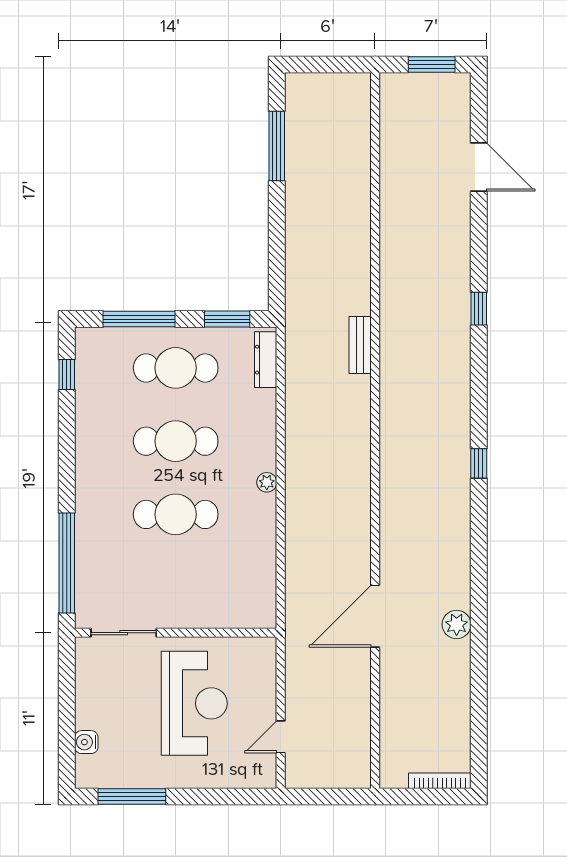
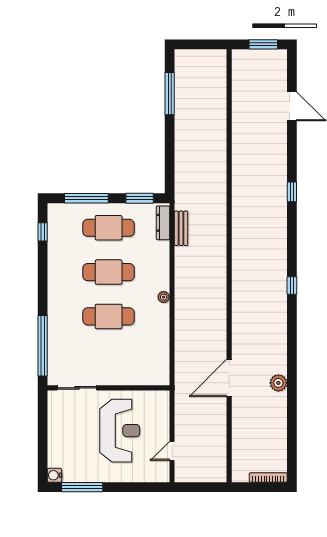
bench: (360, 345) -> (181, 228), moved
water cooler: (86, 742) -> (54, 475), moved

